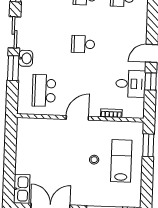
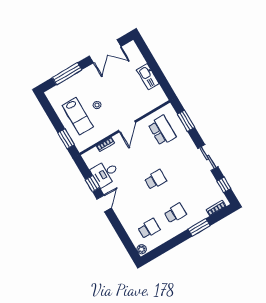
washbasin: (26, 58) -> (189, 145), removed
window: (13, 68) -> (186, 121), moved
kitchen sink: (22, 189) -> (148, 77), moved

